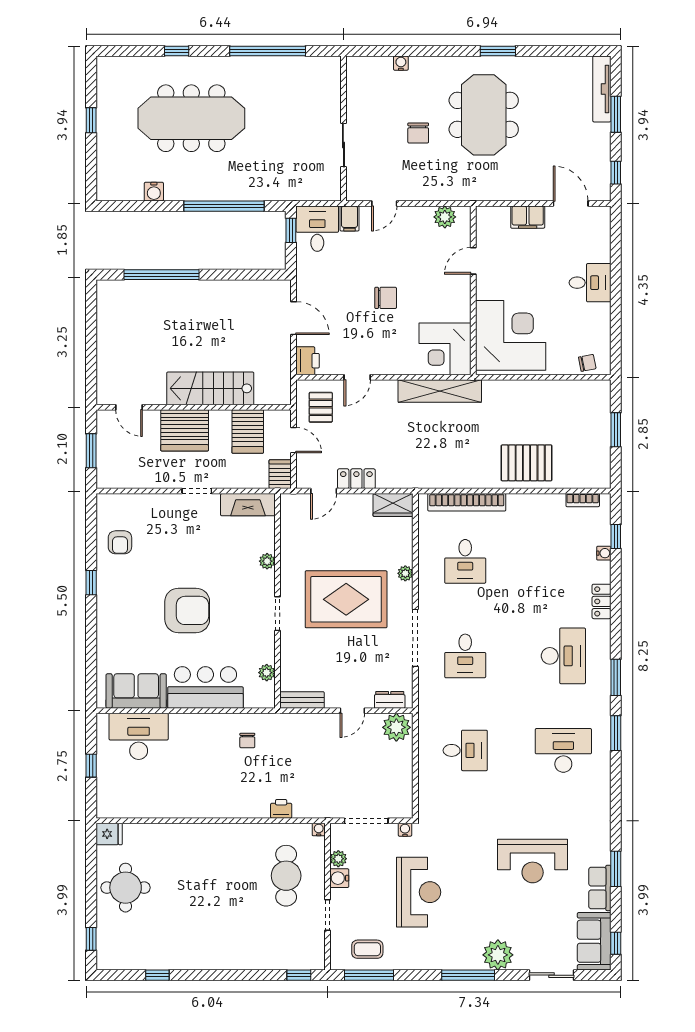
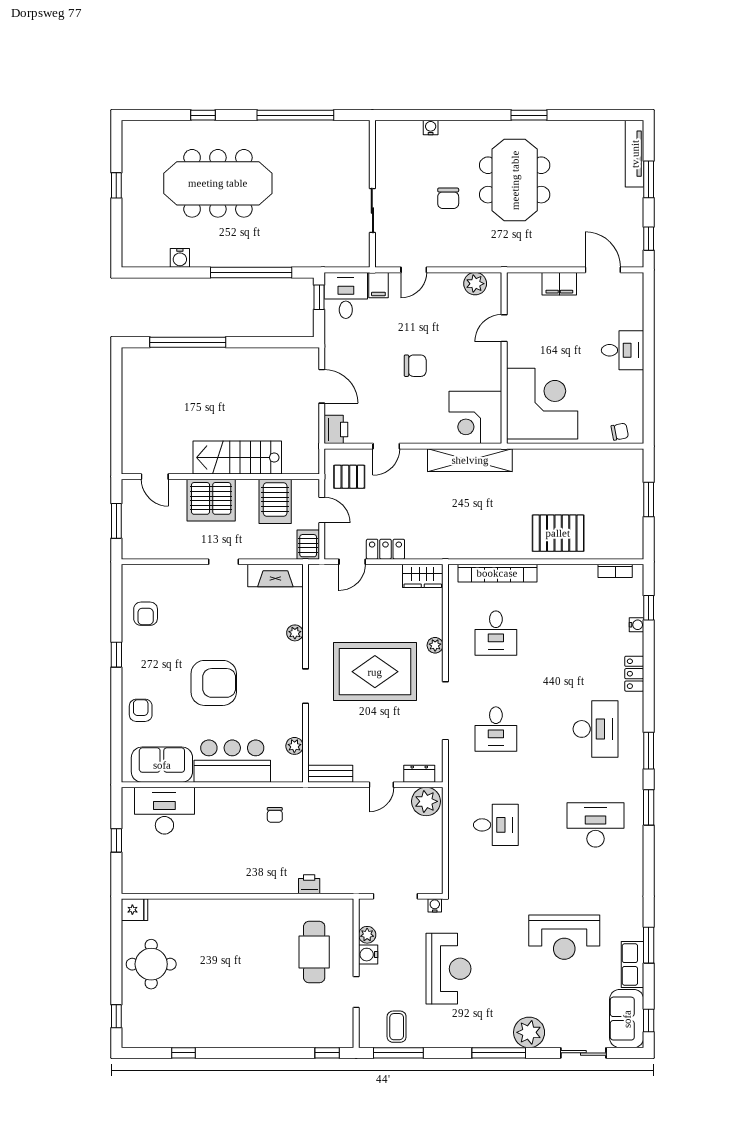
pallet: (321, 407) -> (349, 477), turned 90
armchair: (115, 638) -> (141, 710), added
water cooler: (319, 829) -> (347, 905), removed
coffee table: (367, 949) -> (397, 1027), turned 90

